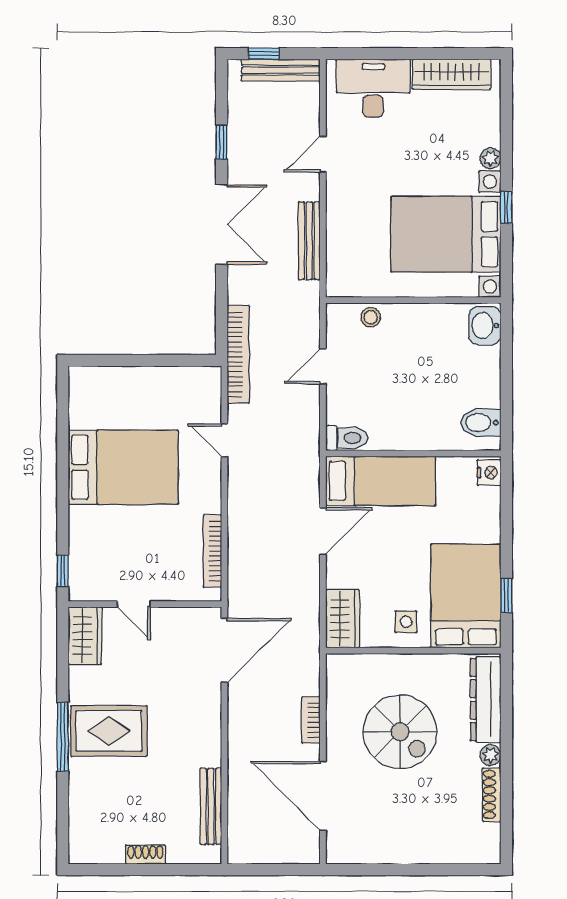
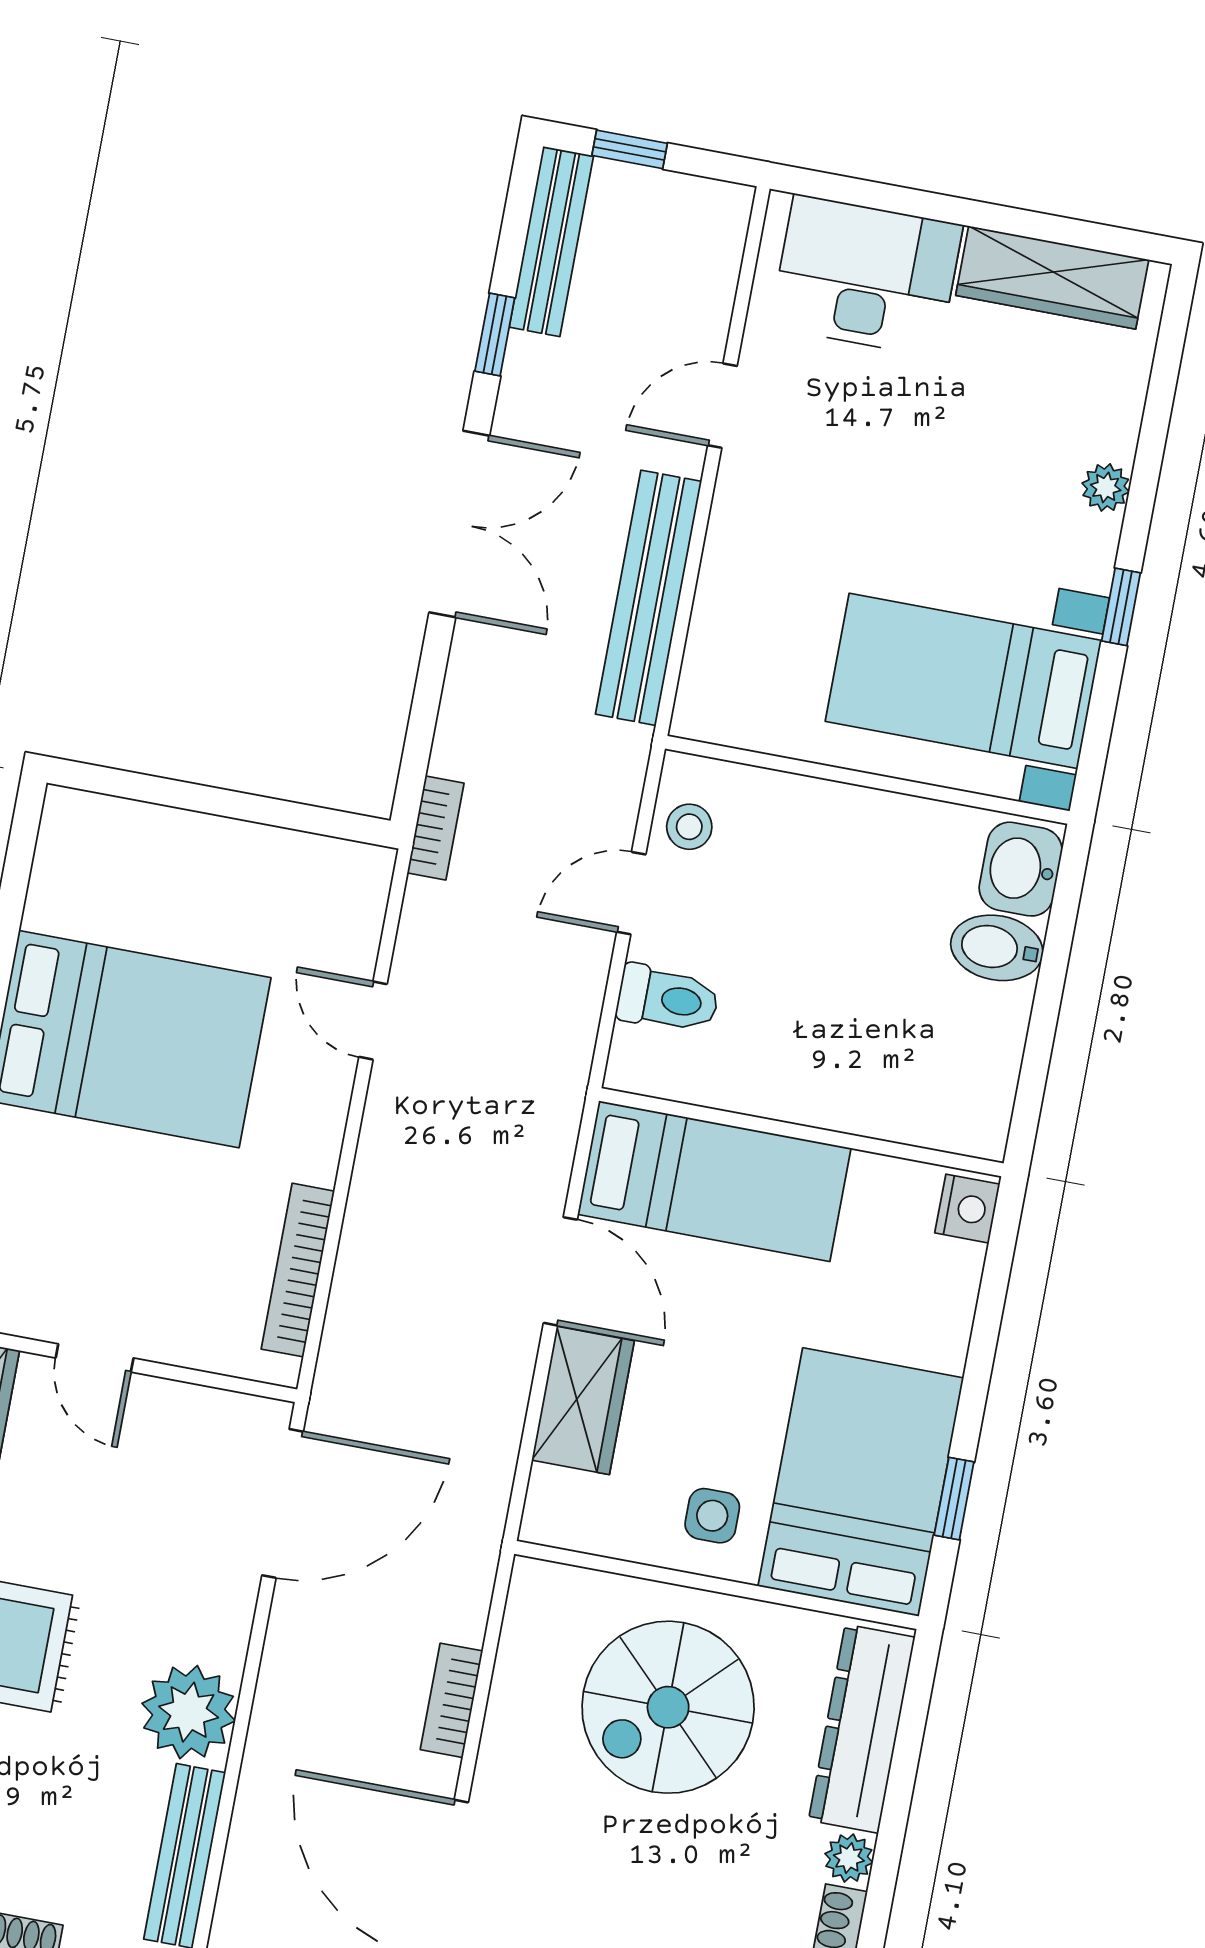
bench: (281, 70) -> (551, 241), moved, turned 90
bed with nightstands: (446, 234) -> (963, 681), width x0.73
bench: (309, 241) -> (648, 598), width x1.37, depth x1.21
stool: (371, 317) -> (689, 827), moved
bookcase: (238, 354) -> (436, 828), width x0.43, depth x0.76
bidet: (481, 423) -> (997, 948), moved
toilet: (347, 438) -> (668, 999), moved
door: (323, 531) -> (560, 1271), hinge flipped
wardrobe: (343, 619) -> (583, 1400), moved
spiral stairs: (400, 732) -> (668, 1707), moved, turned 90
plant: (201, 746) -> (189, 1712), added

